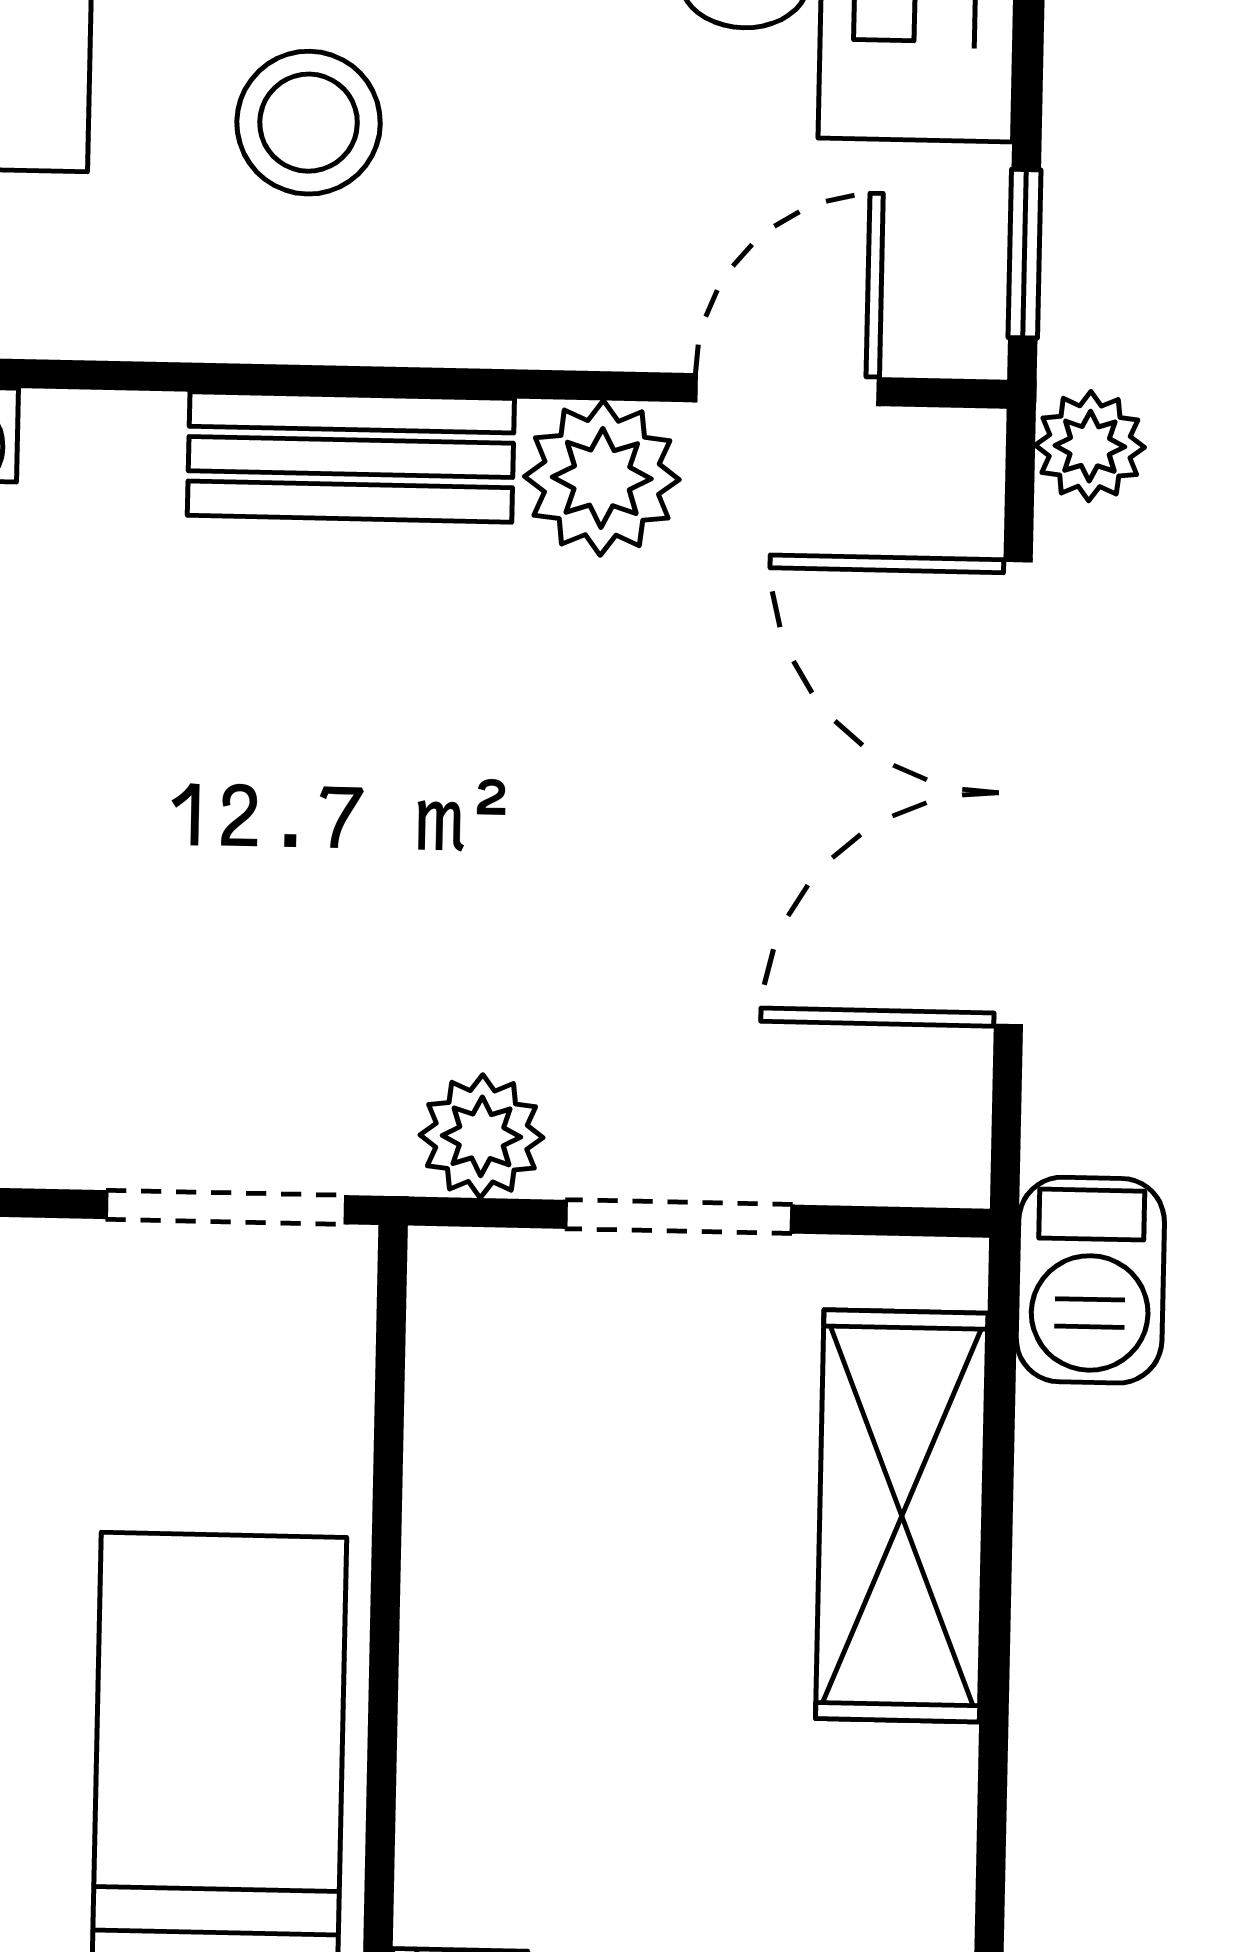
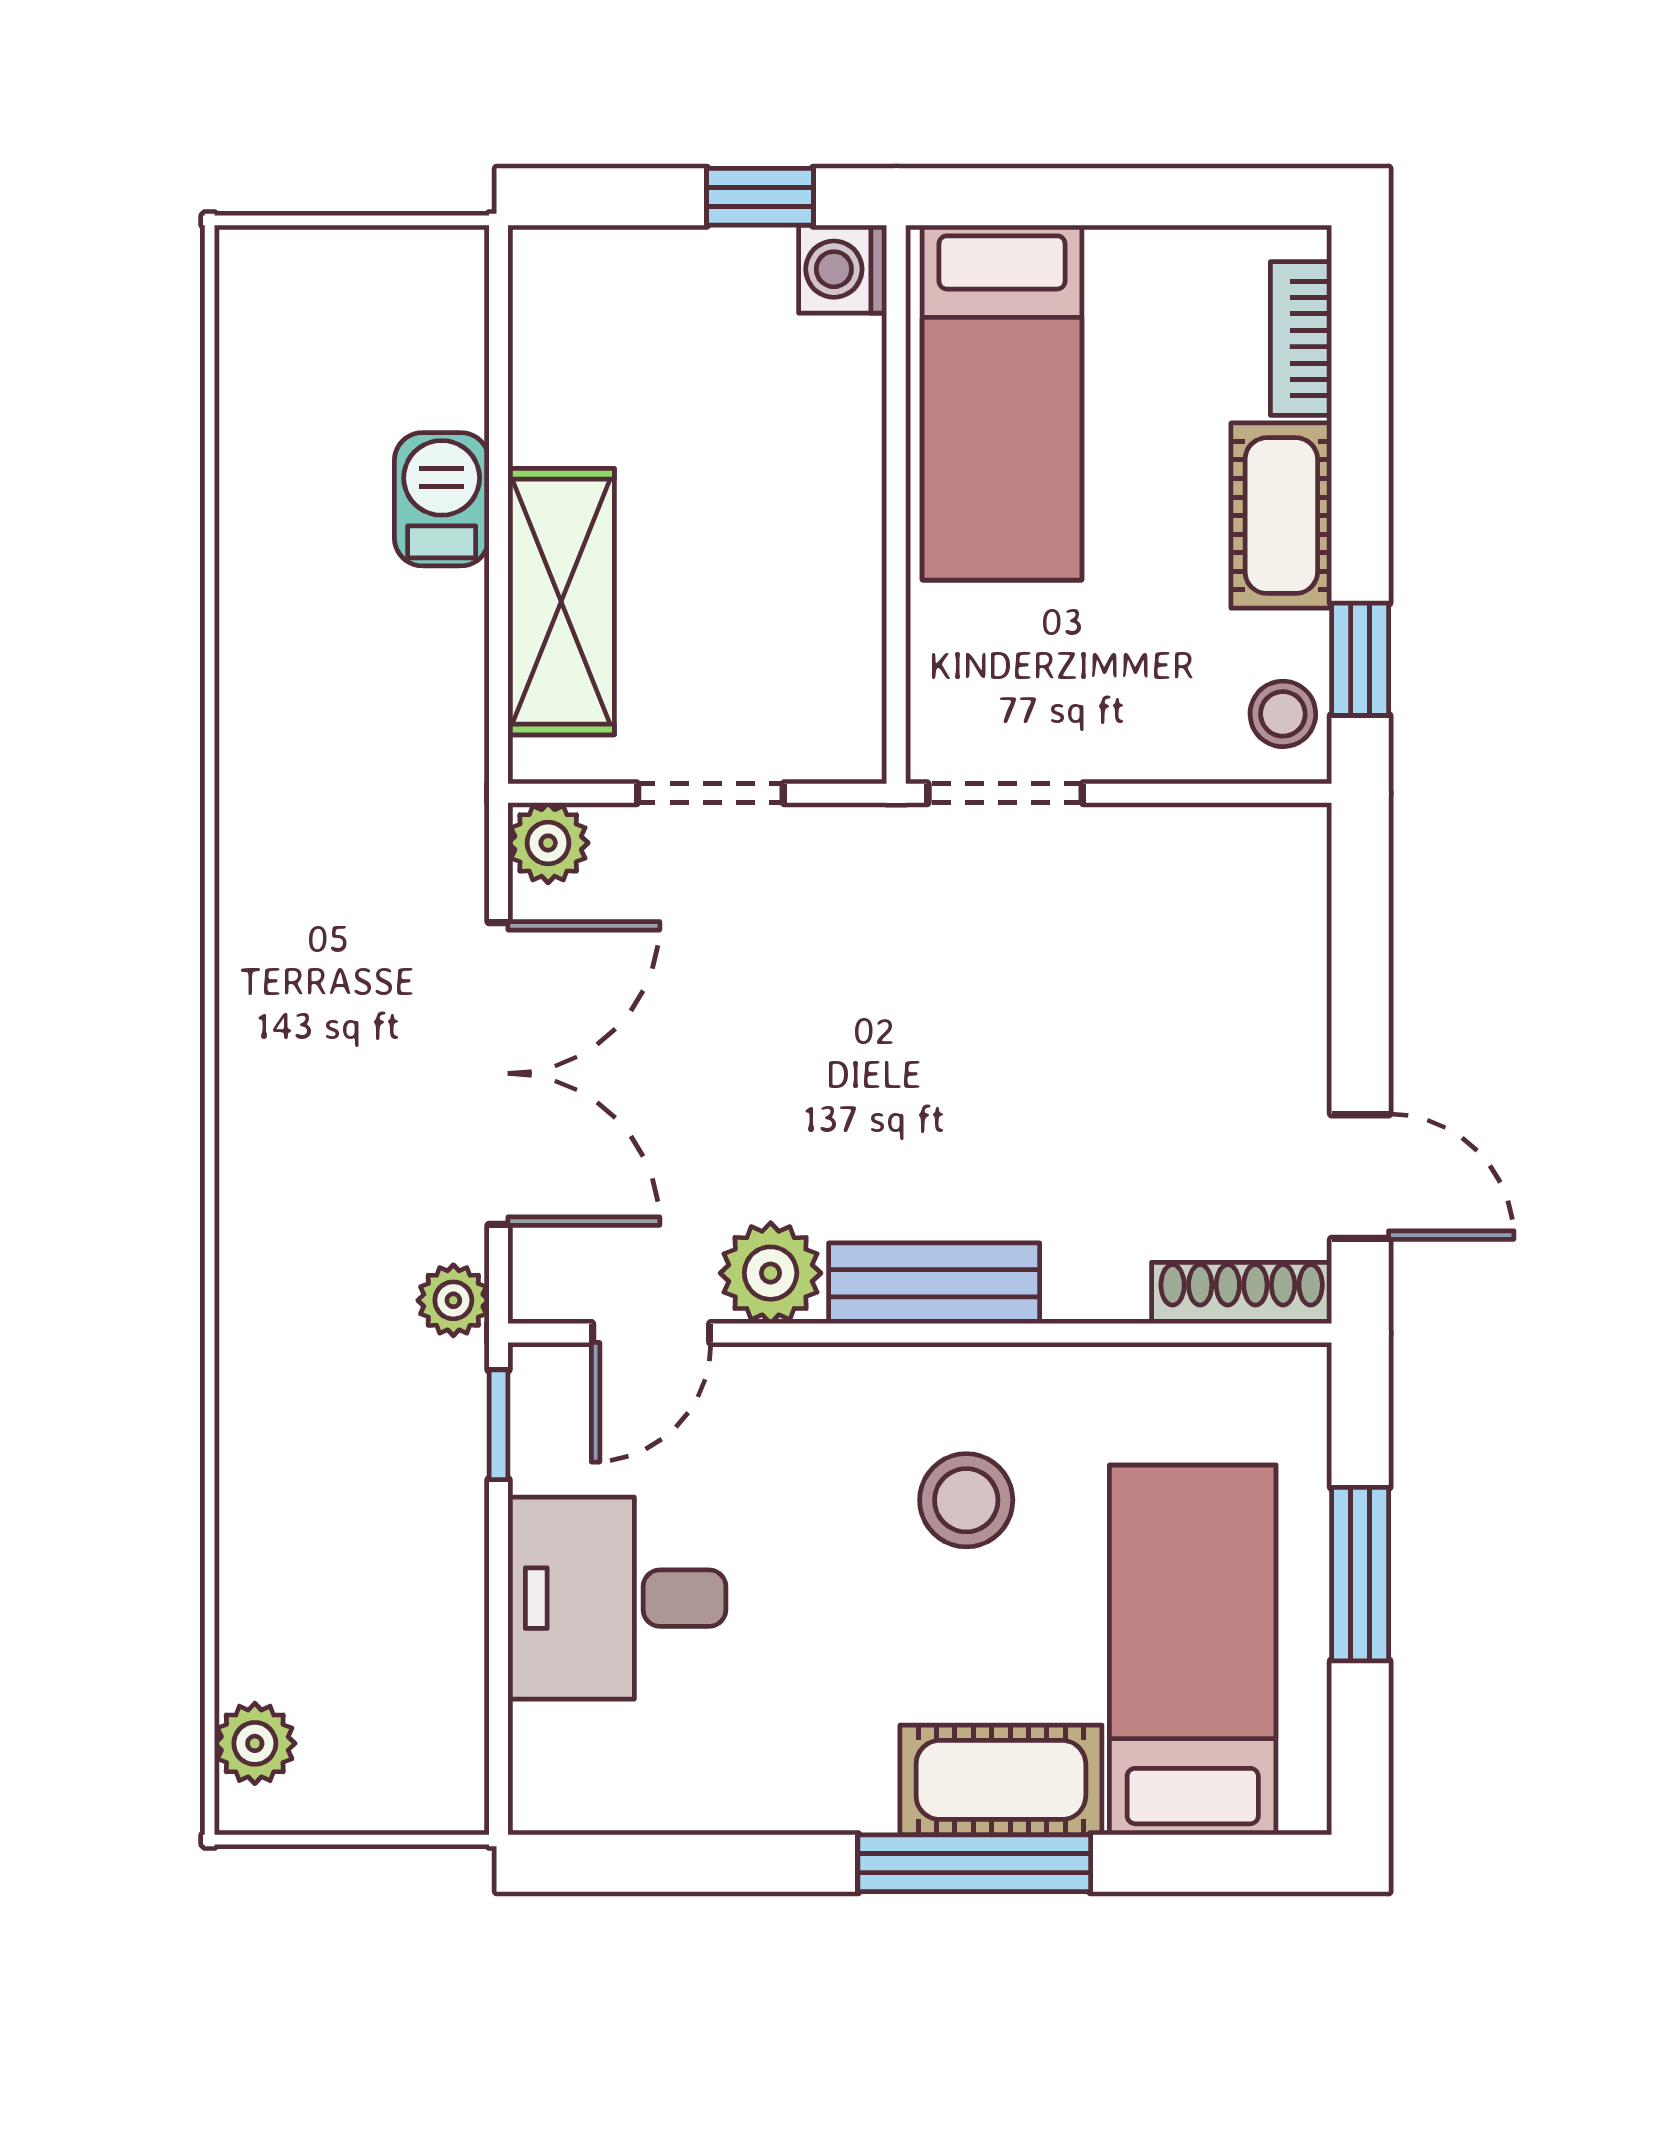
plant: (482, 1136) -> (548, 843), moved
barbecue: (1090, 1280) -> (442, 499), moved

